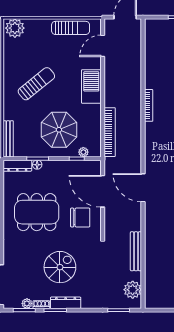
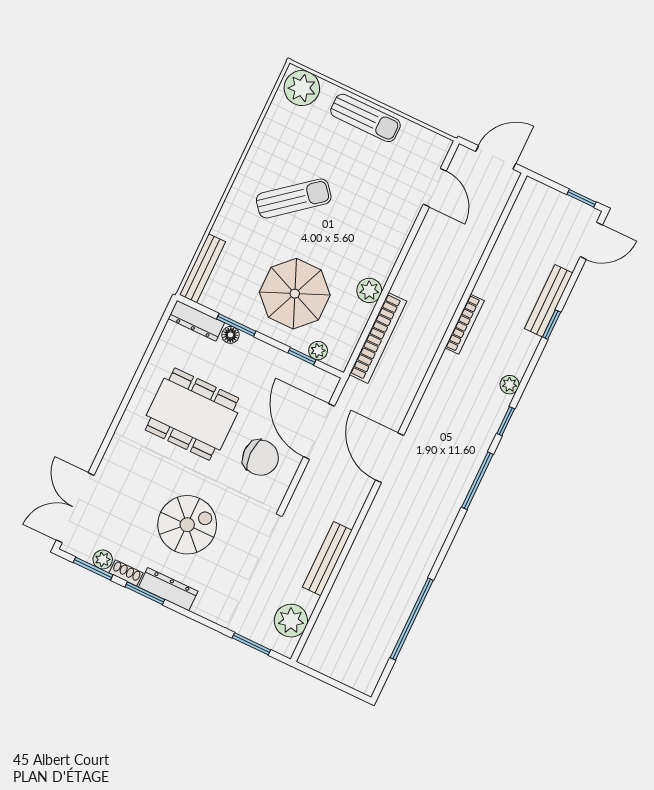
sun lounger: (71, 28) -> (366, 118), moved
door: (103, 46) -> (435, 188), swing flipped
barbecue: (91, 86) -> (384, 247), removed
plant: (94, 111) -> (369, 290), added

